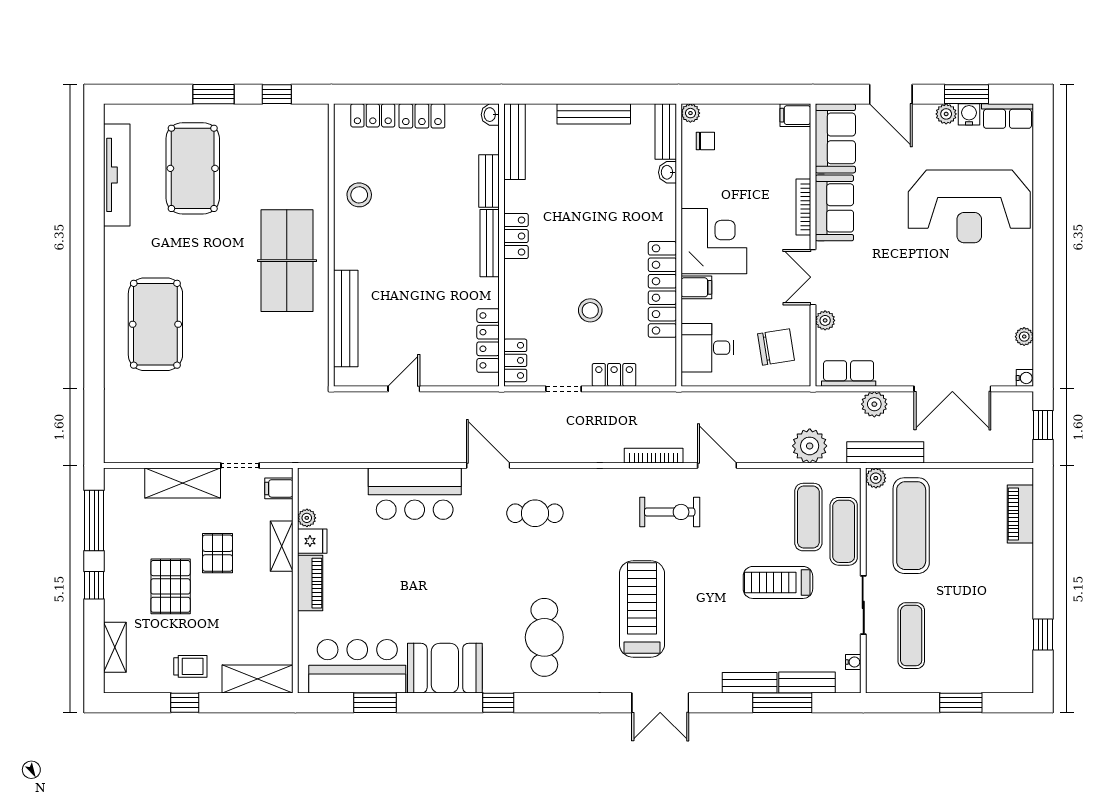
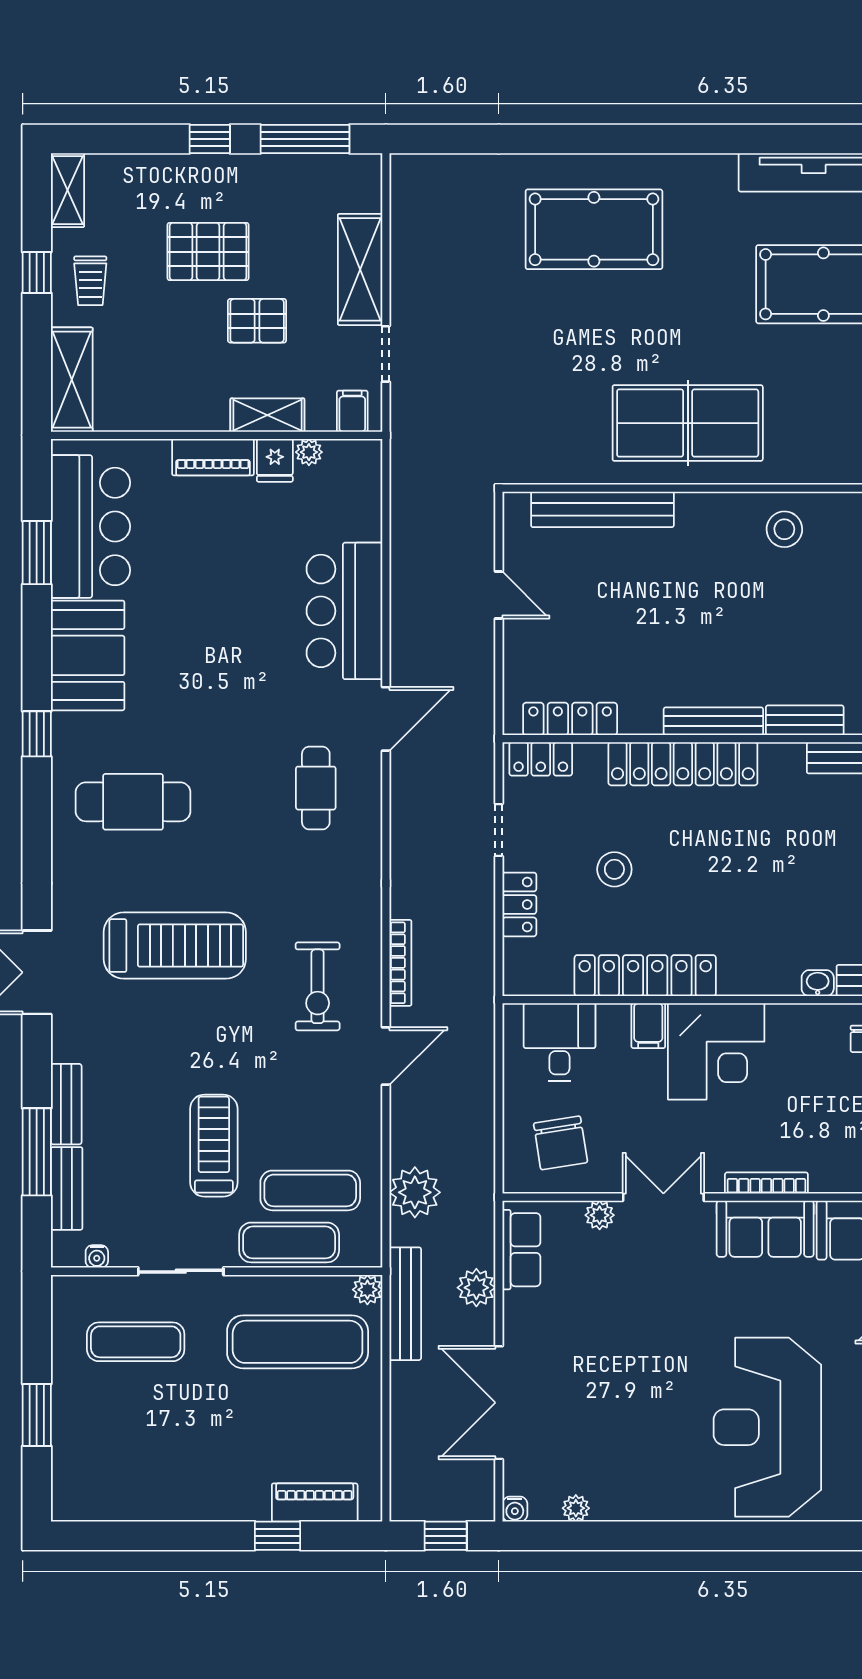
locker: (516, 236) -> (683, 764), width x2.16, depth x1.21
window: (1043, 634) -> (278, 1536), moved
shelving: (115, 647) -> (67, 190), moved, turned 90

